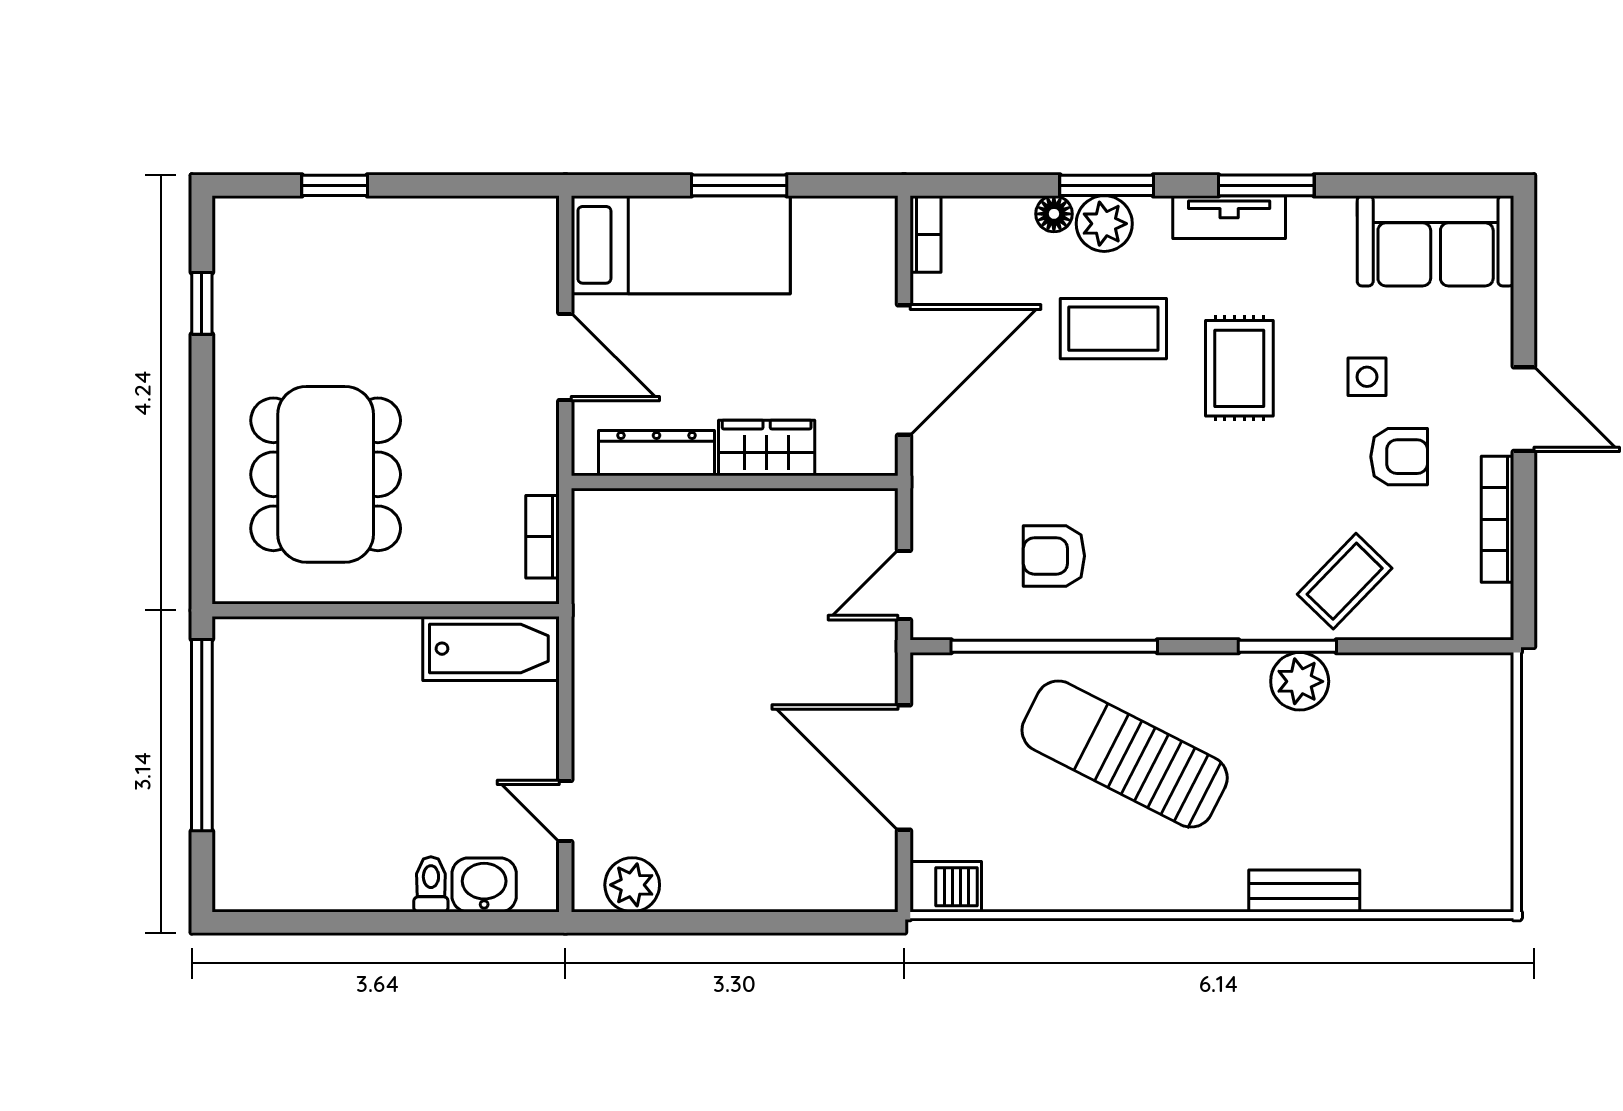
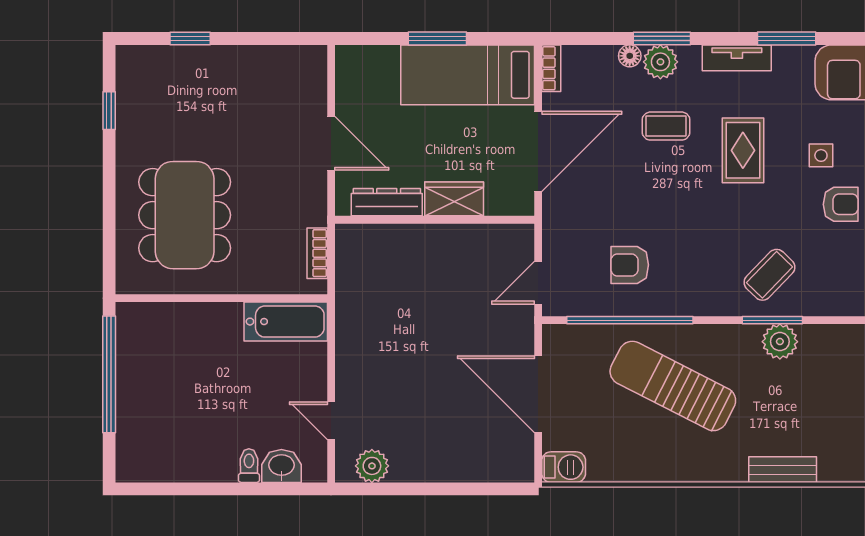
window: (1266, 185) -> (787, 38), moved
bed: (681, 245) -> (468, 75), moved, turned 180
coffee table: (1113, 329) -> (666, 126), width x0.73, depth x0.77
coffee table: (1345, 581) -> (770, 275), moved

